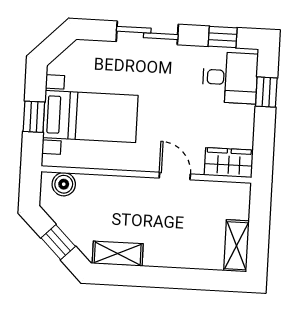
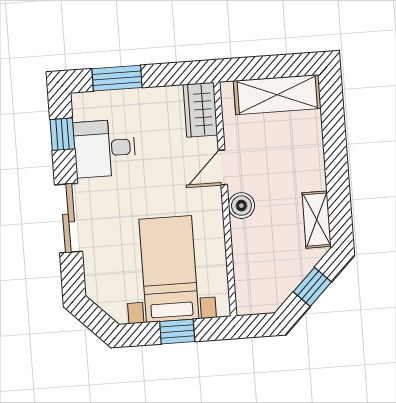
desk: (230, 78) -> (105, 148), moved, turned -90
window: (266, 92) -> (117, 78), width x1.50
boiler: (64, 184) -> (241, 206), moved
shelving: (237, 246) -> (277, 95), width x1.50, depth x1.33

